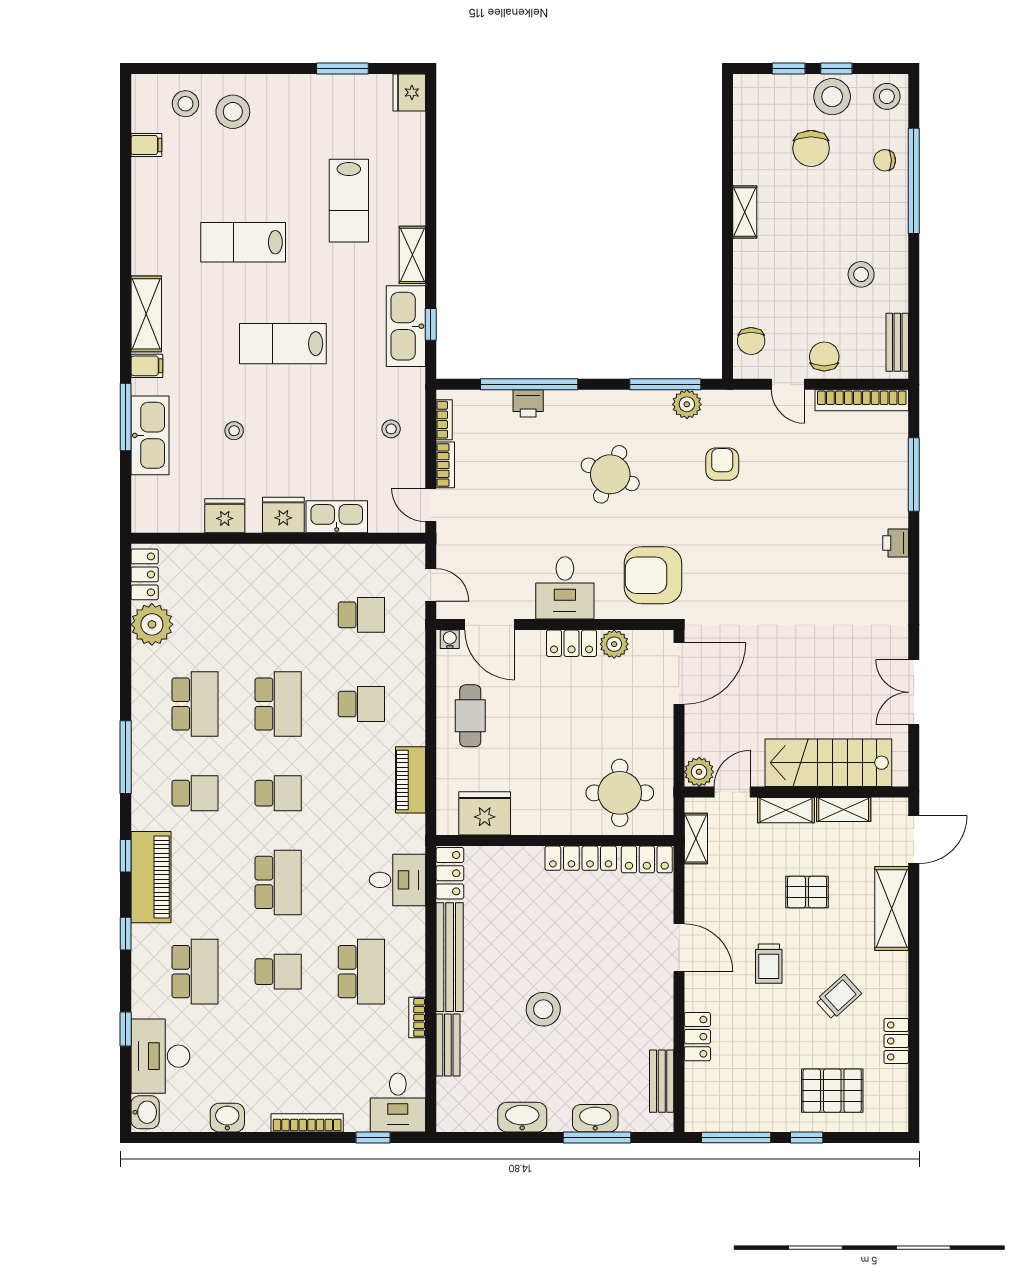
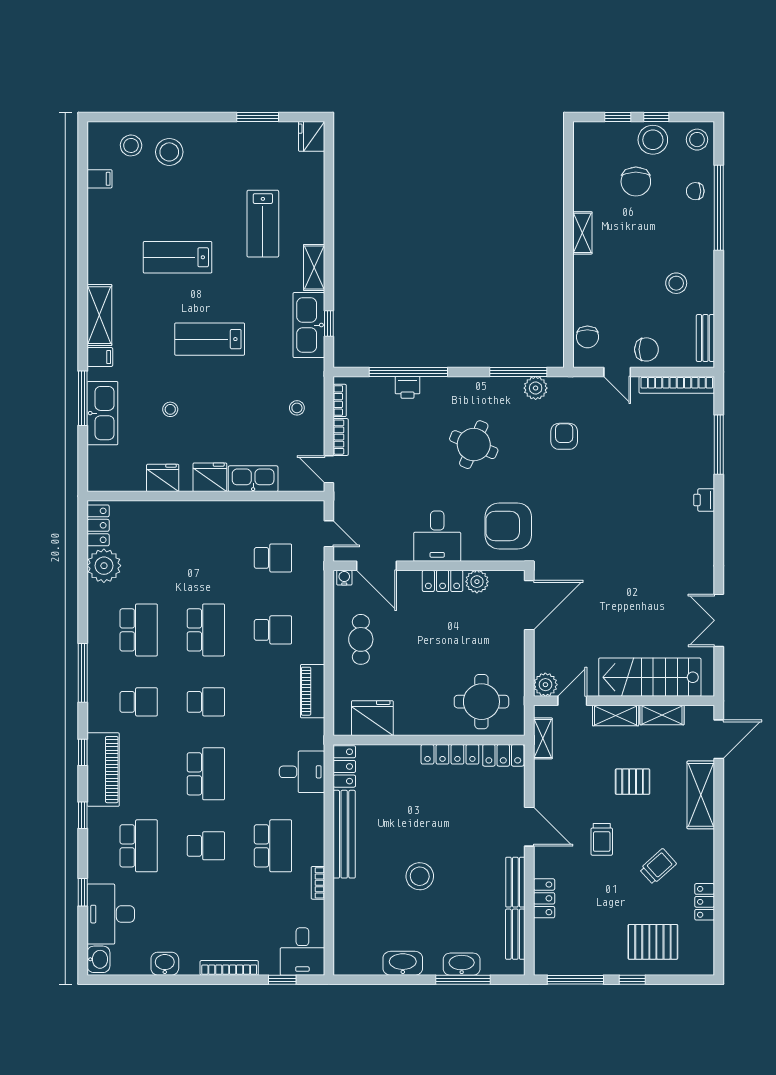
chair: (824, 357) -> (646, 349), turned 90
bench: (448, 1045) -> (515, 882), moved

